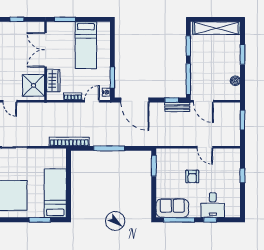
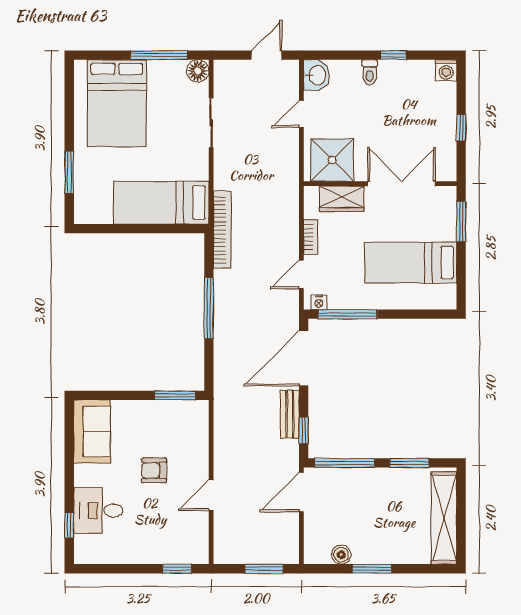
window: (242, 54) -> (372, 569), moved
window: (112, 77) -> (348, 314), width x1.44
door: (92, 101) -> (301, 275), swing flipped
bench: (177, 107) -> (290, 414), moved
window: (242, 175) -> (177, 569), moved
bed: (55, 193) -> (161, 203), moved, turned 180
window: (179, 220) -> (69, 445), removed
window: (210, 220) -> (69, 525), moved

